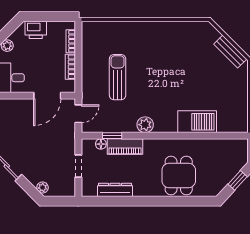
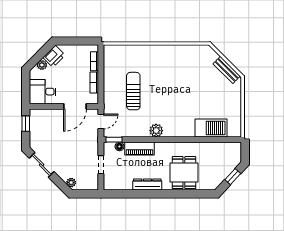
printer: (36, 30) -> (54, 56), moved, turned -45
barbecue: (197, 122) -> (211, 128), moved
window: (112, 136) -> (114, 140), moved
dresser: (115, 190) -> (147, 185), moved

